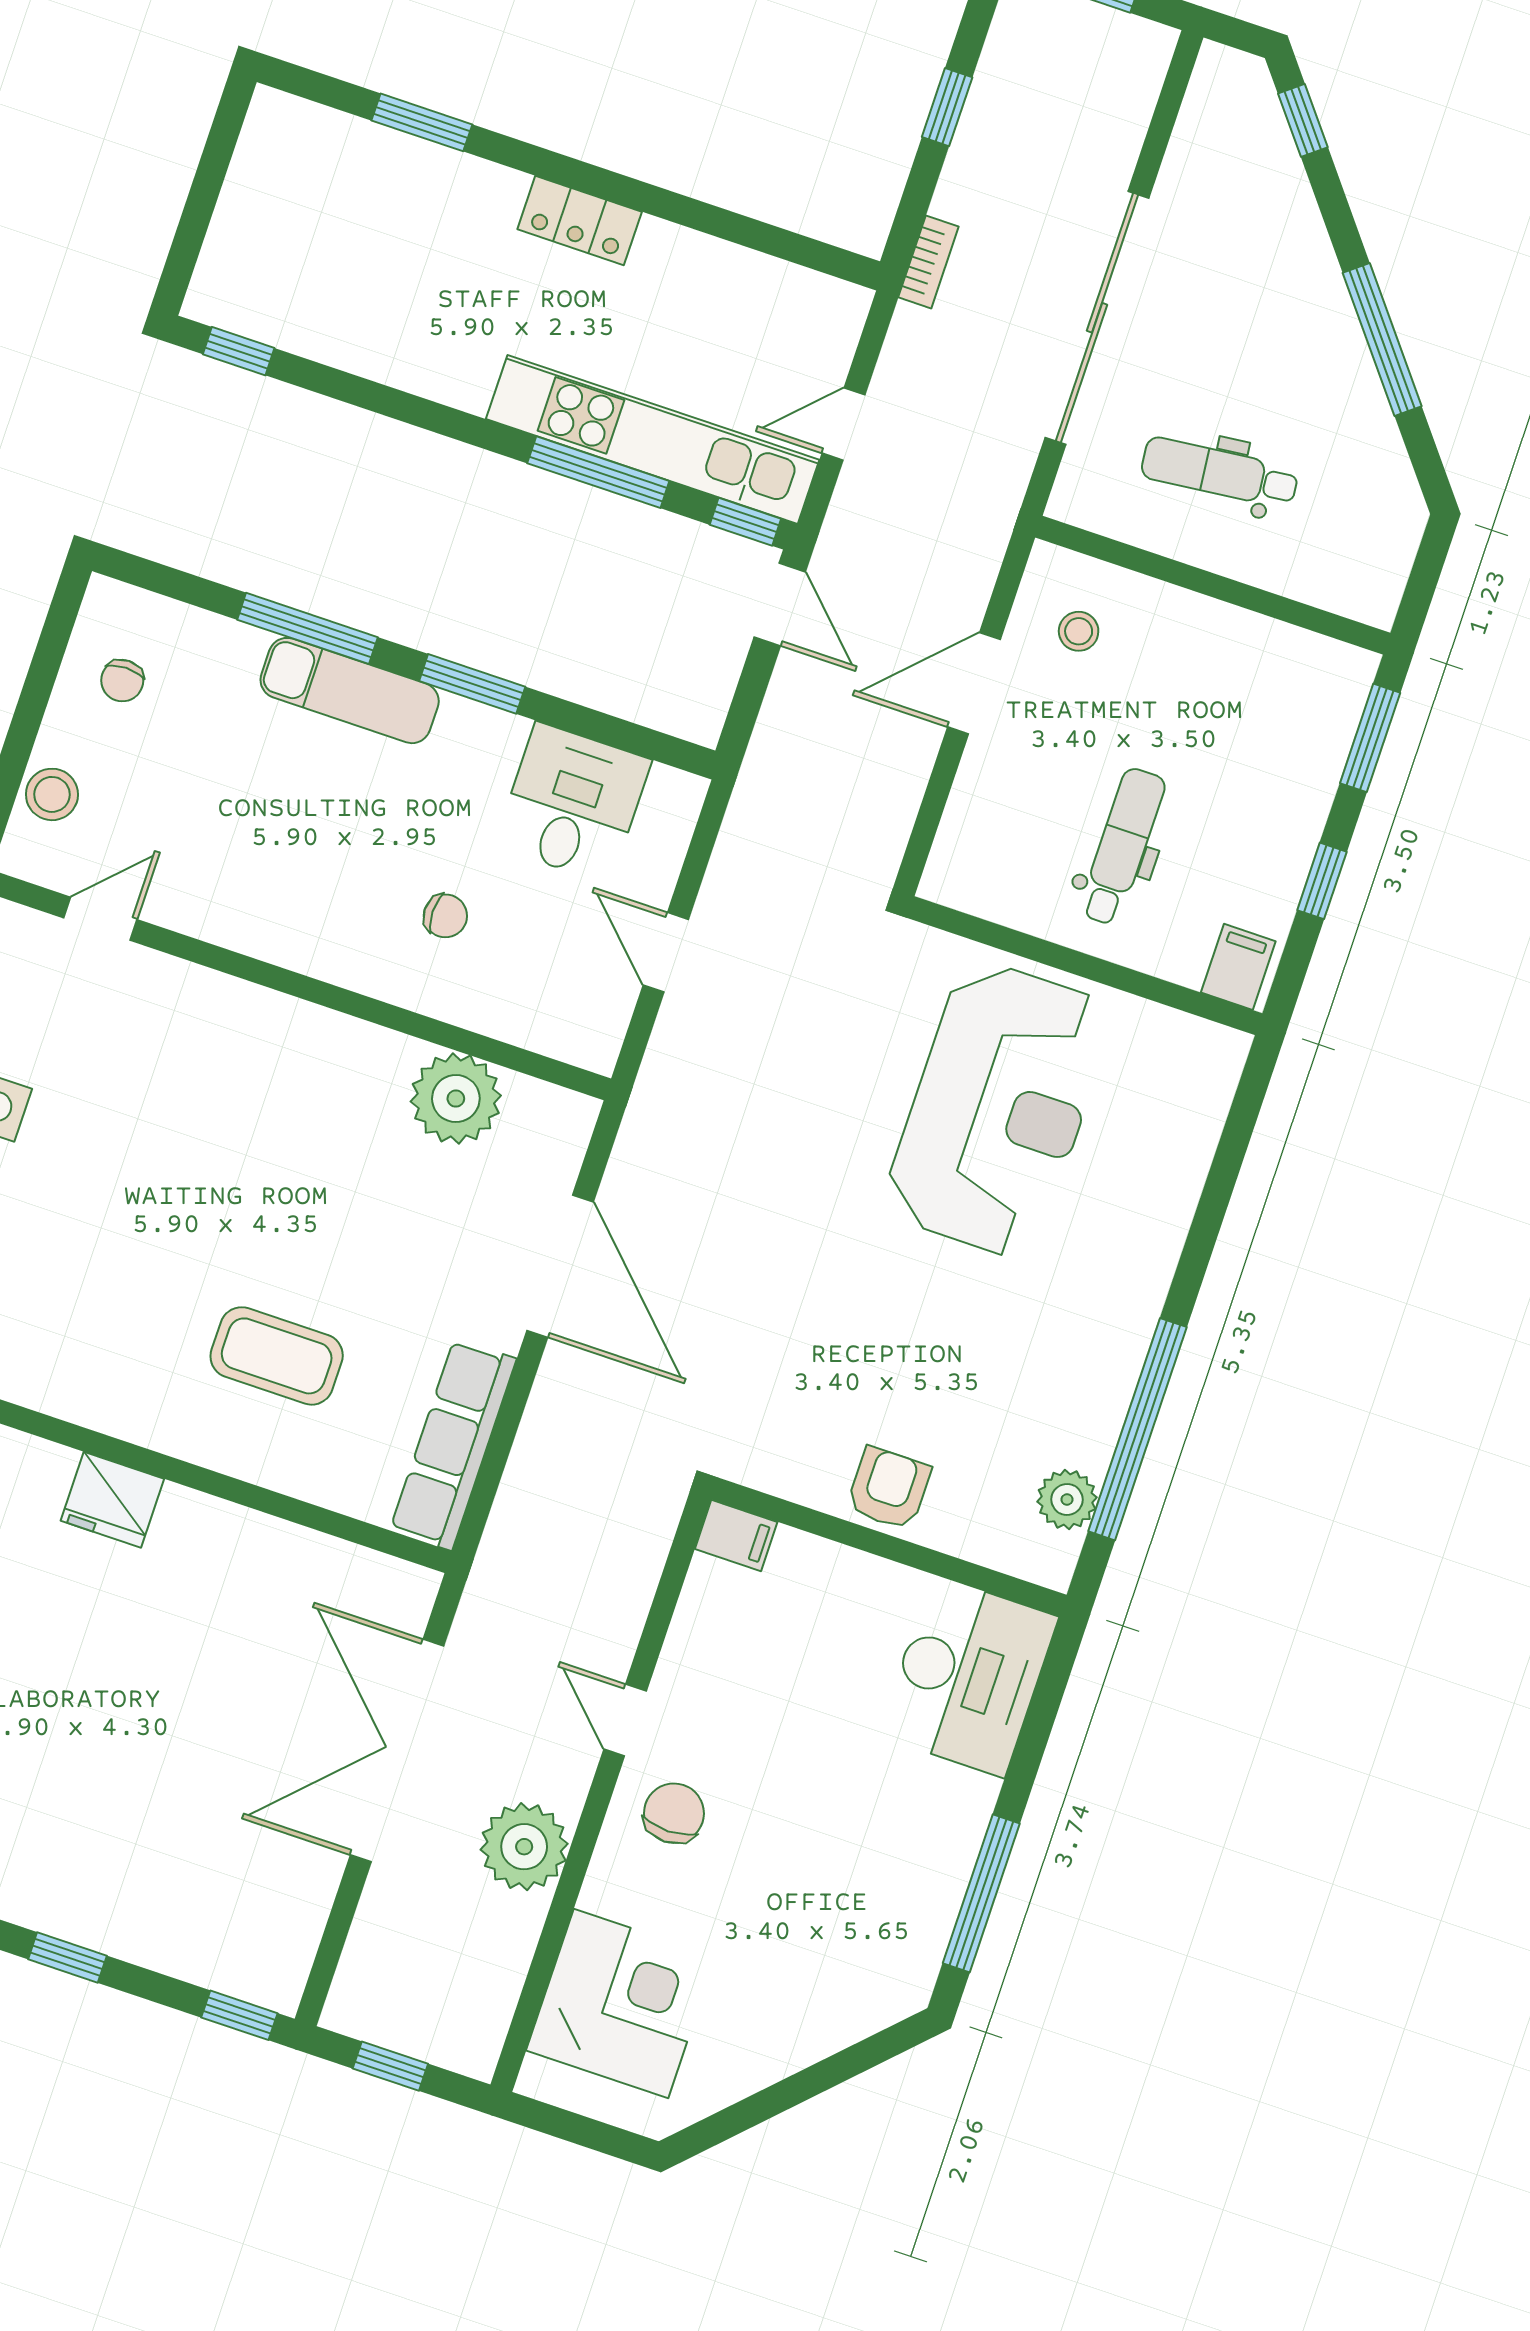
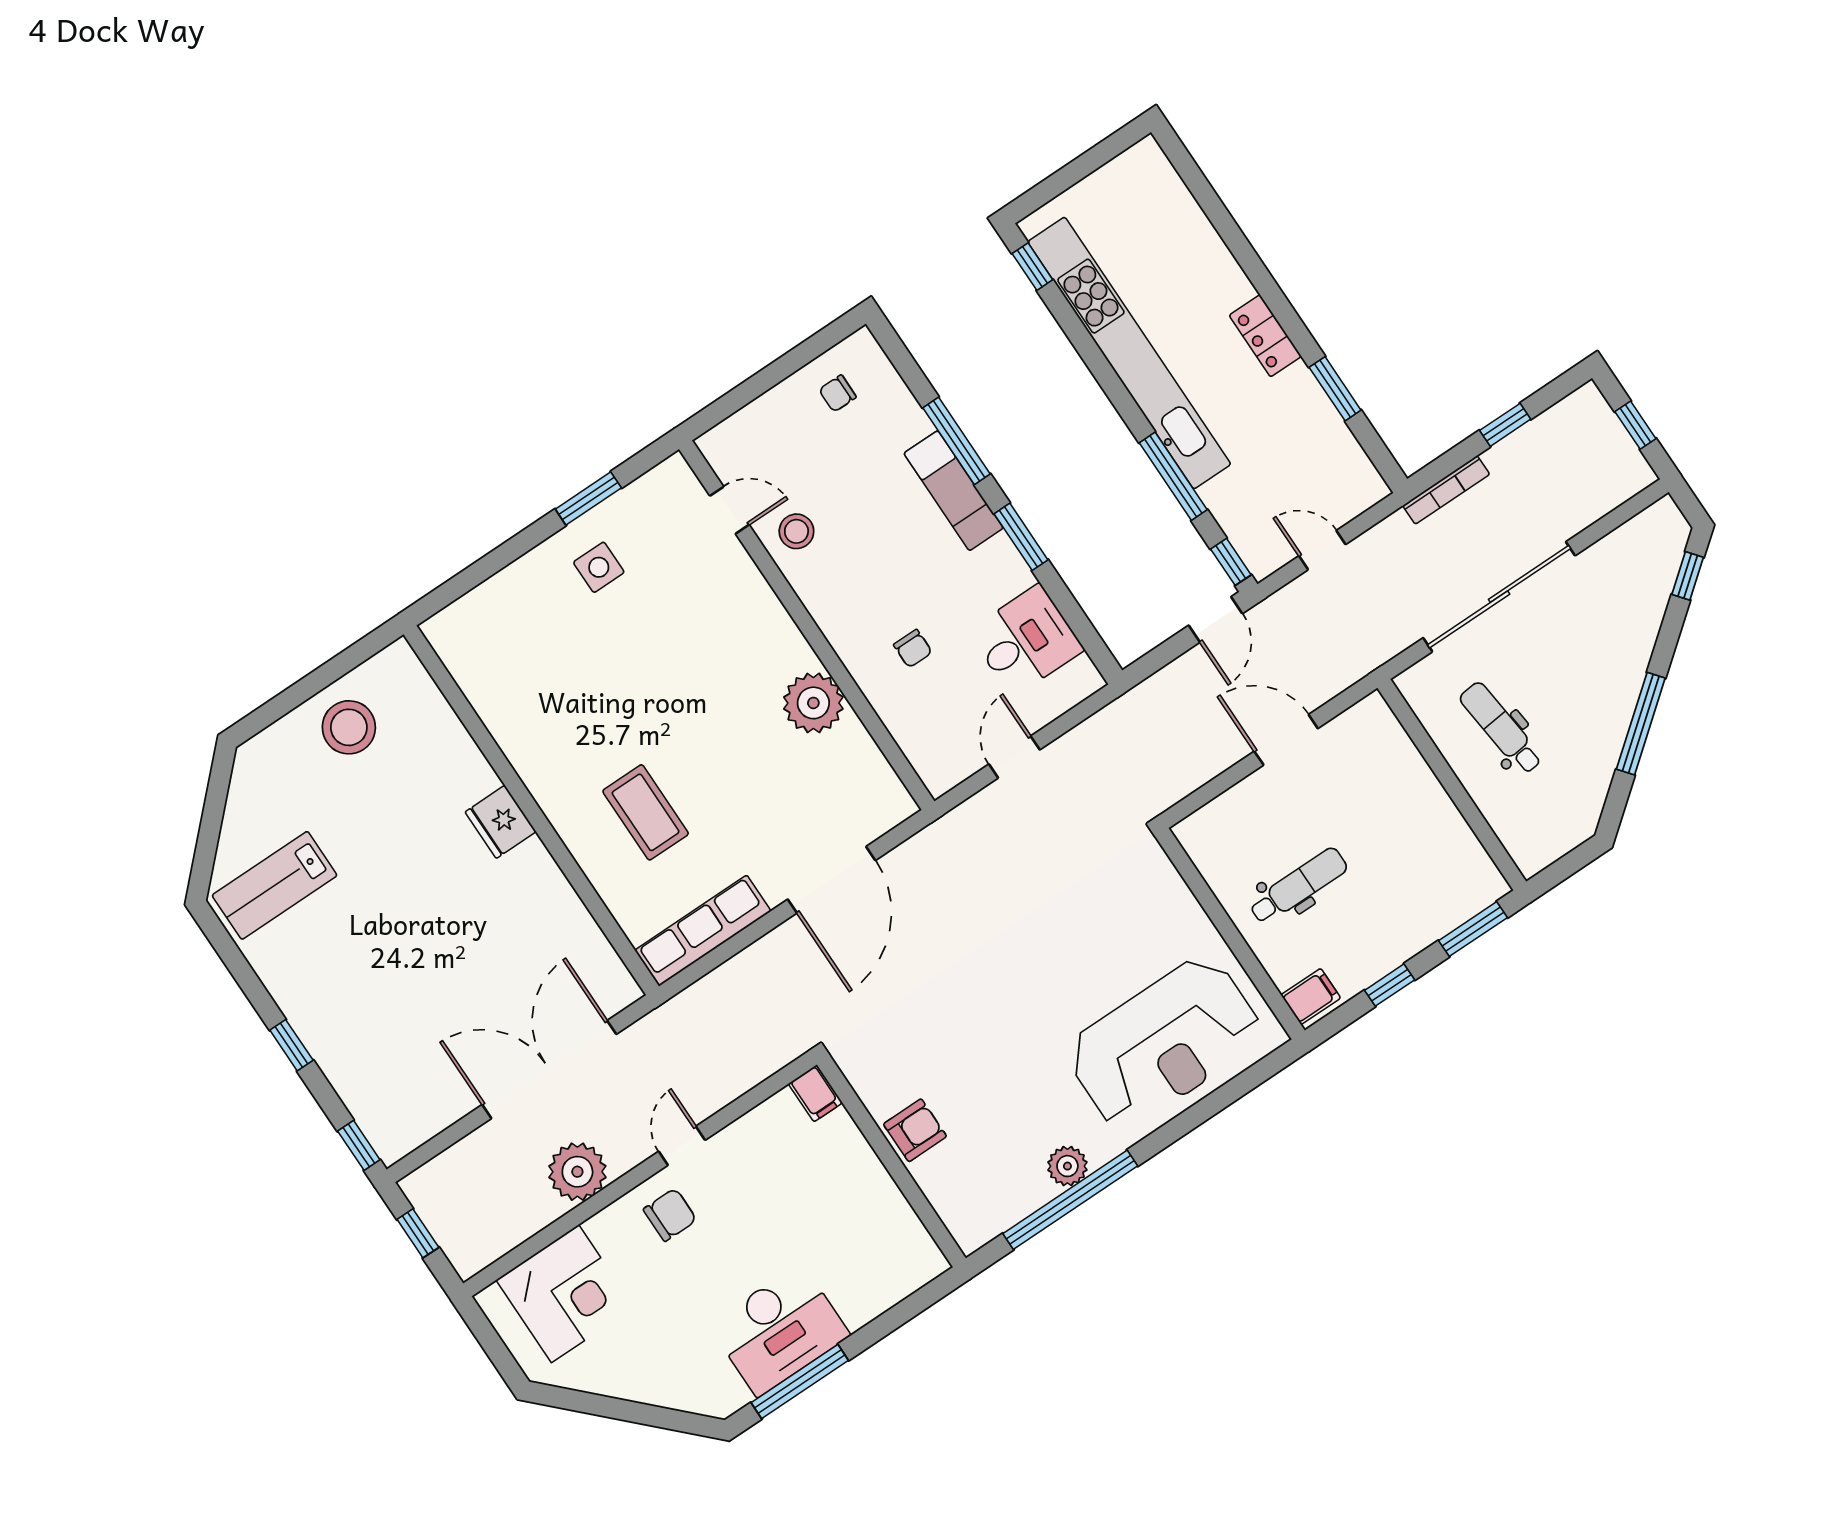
window: (422, 122) -> (1335, 389), moved
bookcase: (928, 262) -> (1446, 490), width x1.56
kitchen unit: (653, 439) -> (1129, 353), moved, width x1.36
stool: (1079, 631) -> (1362, 755), removed
stool: (52, 794) -> (796, 531), moved
plant: (456, 1099) -> (813, 703), moved
reception desk: (998, 1109) -> (1164, 1043), moved
plant: (1067, 1499) -> (1067, 1166), moved
desk: (968, 1676) -> (779, 1330), moved

